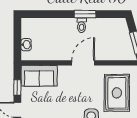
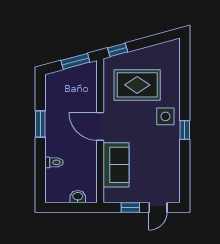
toilet: (82, 25) -> (54, 162), moved
sofa: (39, 76) -> (116, 165), moved

